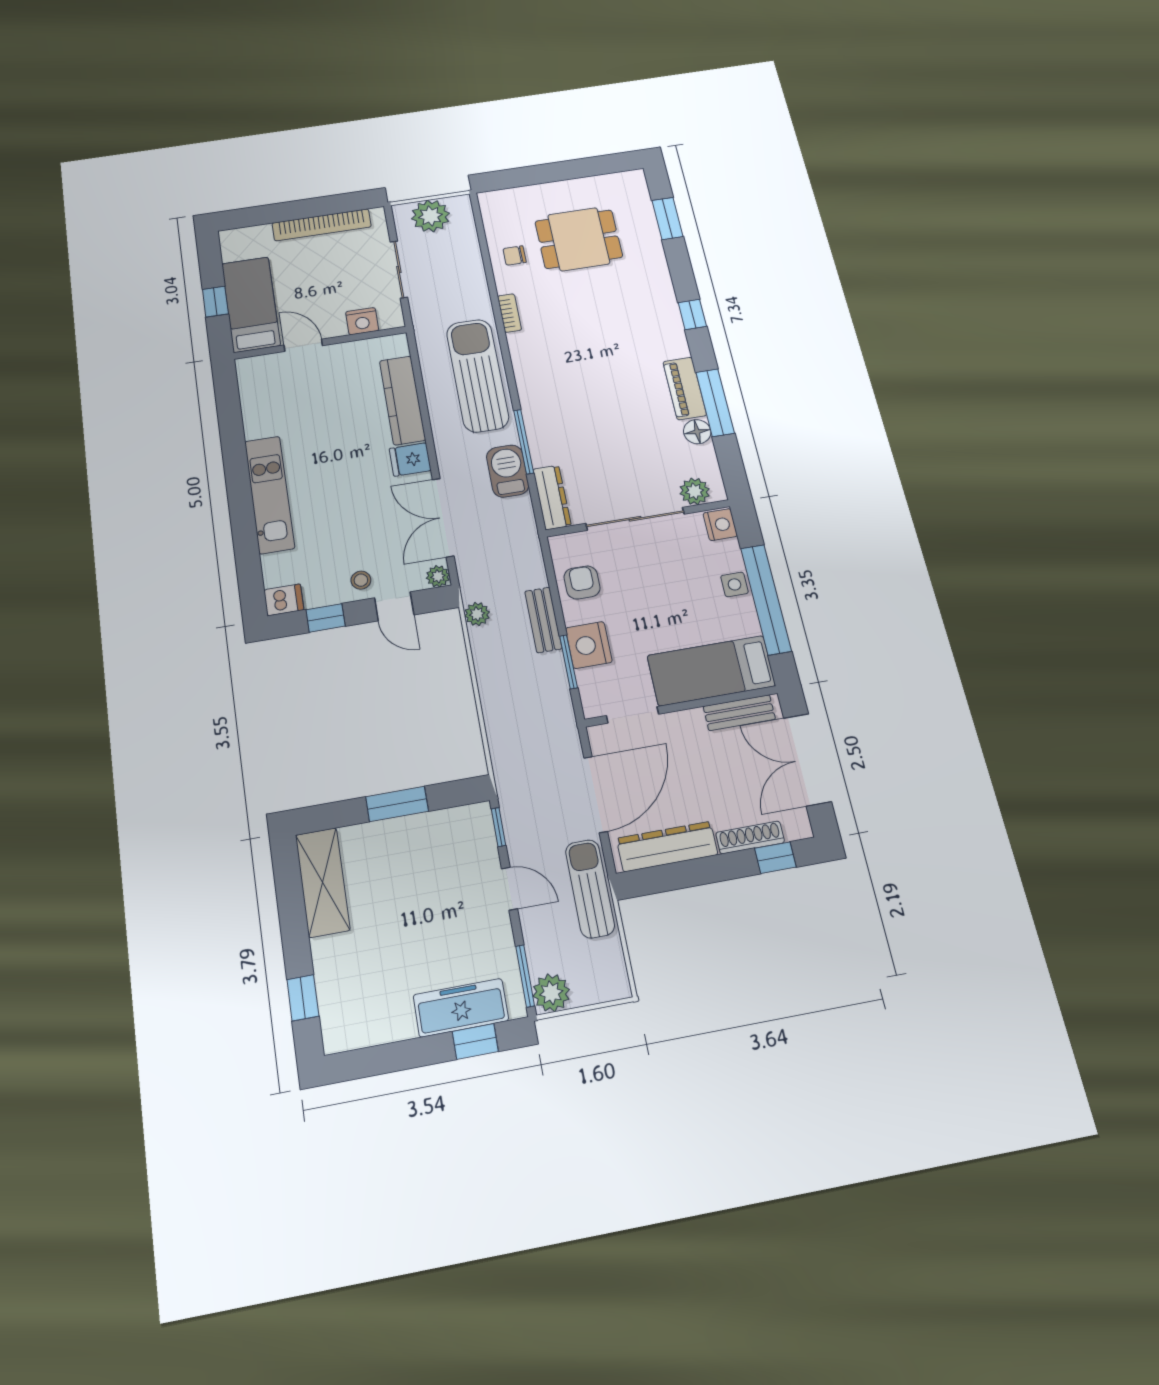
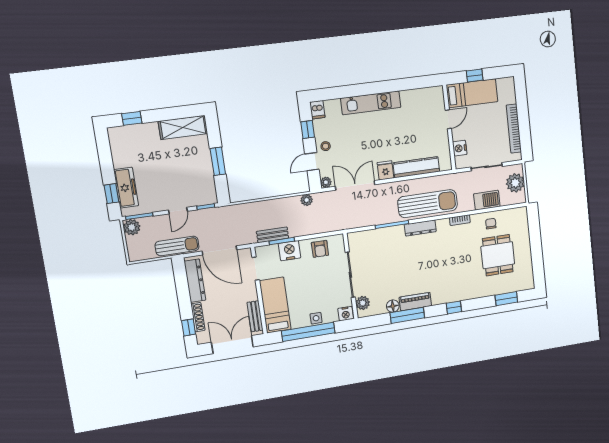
barbecue: (508, 471) -> (487, 200), moved
dresser: (552, 497) -> (420, 228), moved
armchair: (582, 582) -> (320, 249), turned 90
bench: (543, 620) -> (273, 235), moved

